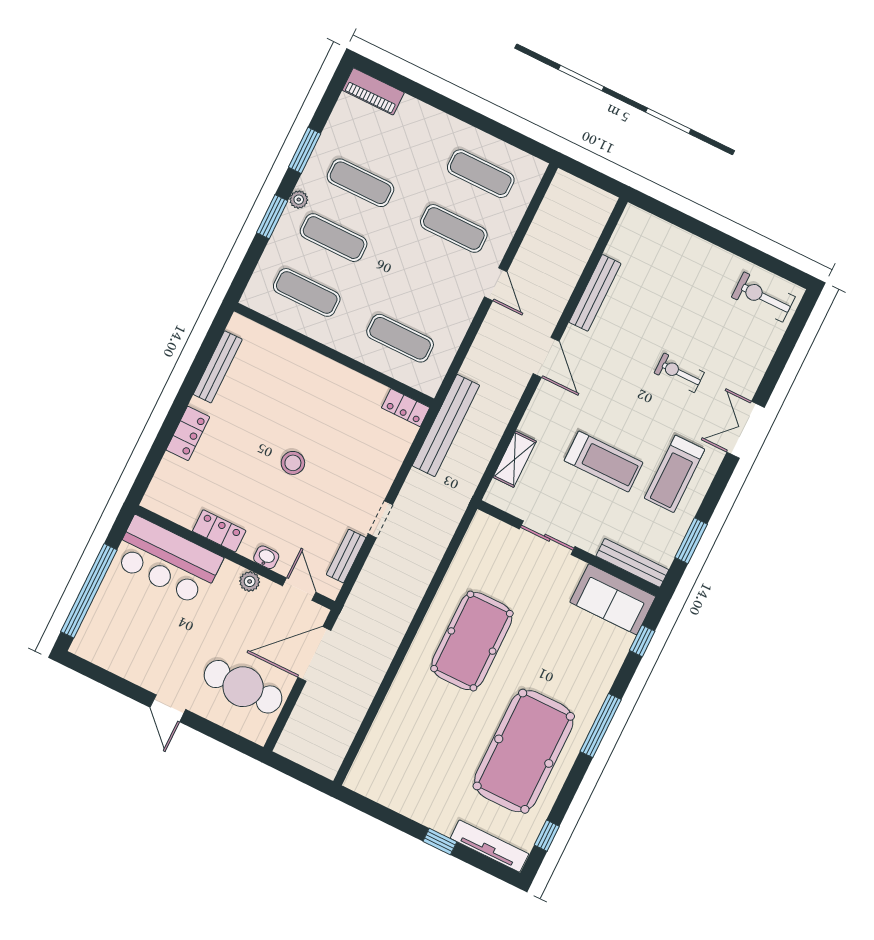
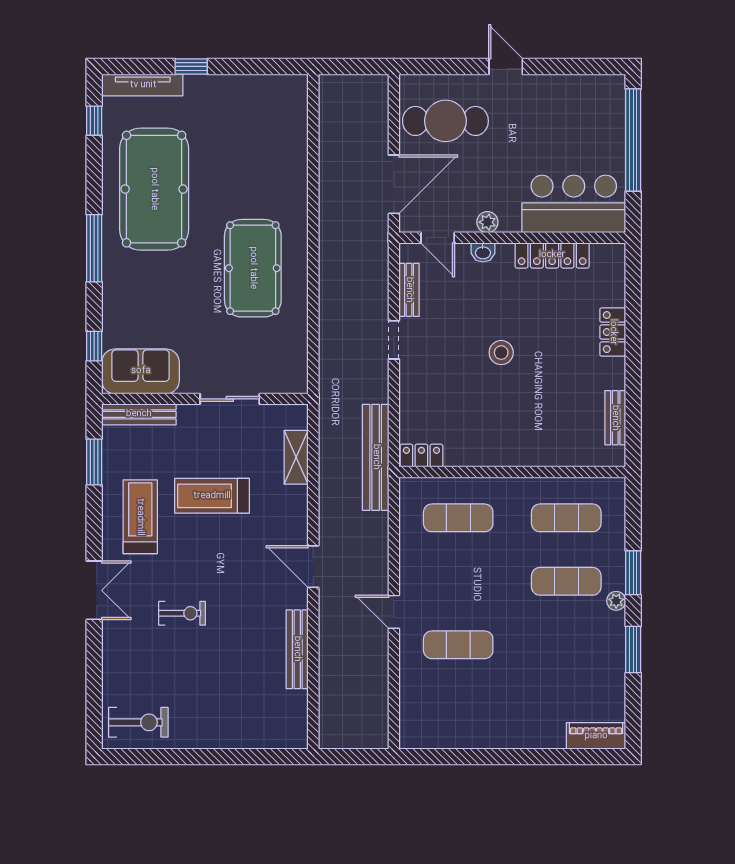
exercise mat: (481, 174) -> (458, 708), removed
exercise mat: (360, 183) -> (566, 645), removed
bench: (218, 367) -> (615, 418), width x0.73
locker: (219, 531) -> (552, 255), width x1.53

